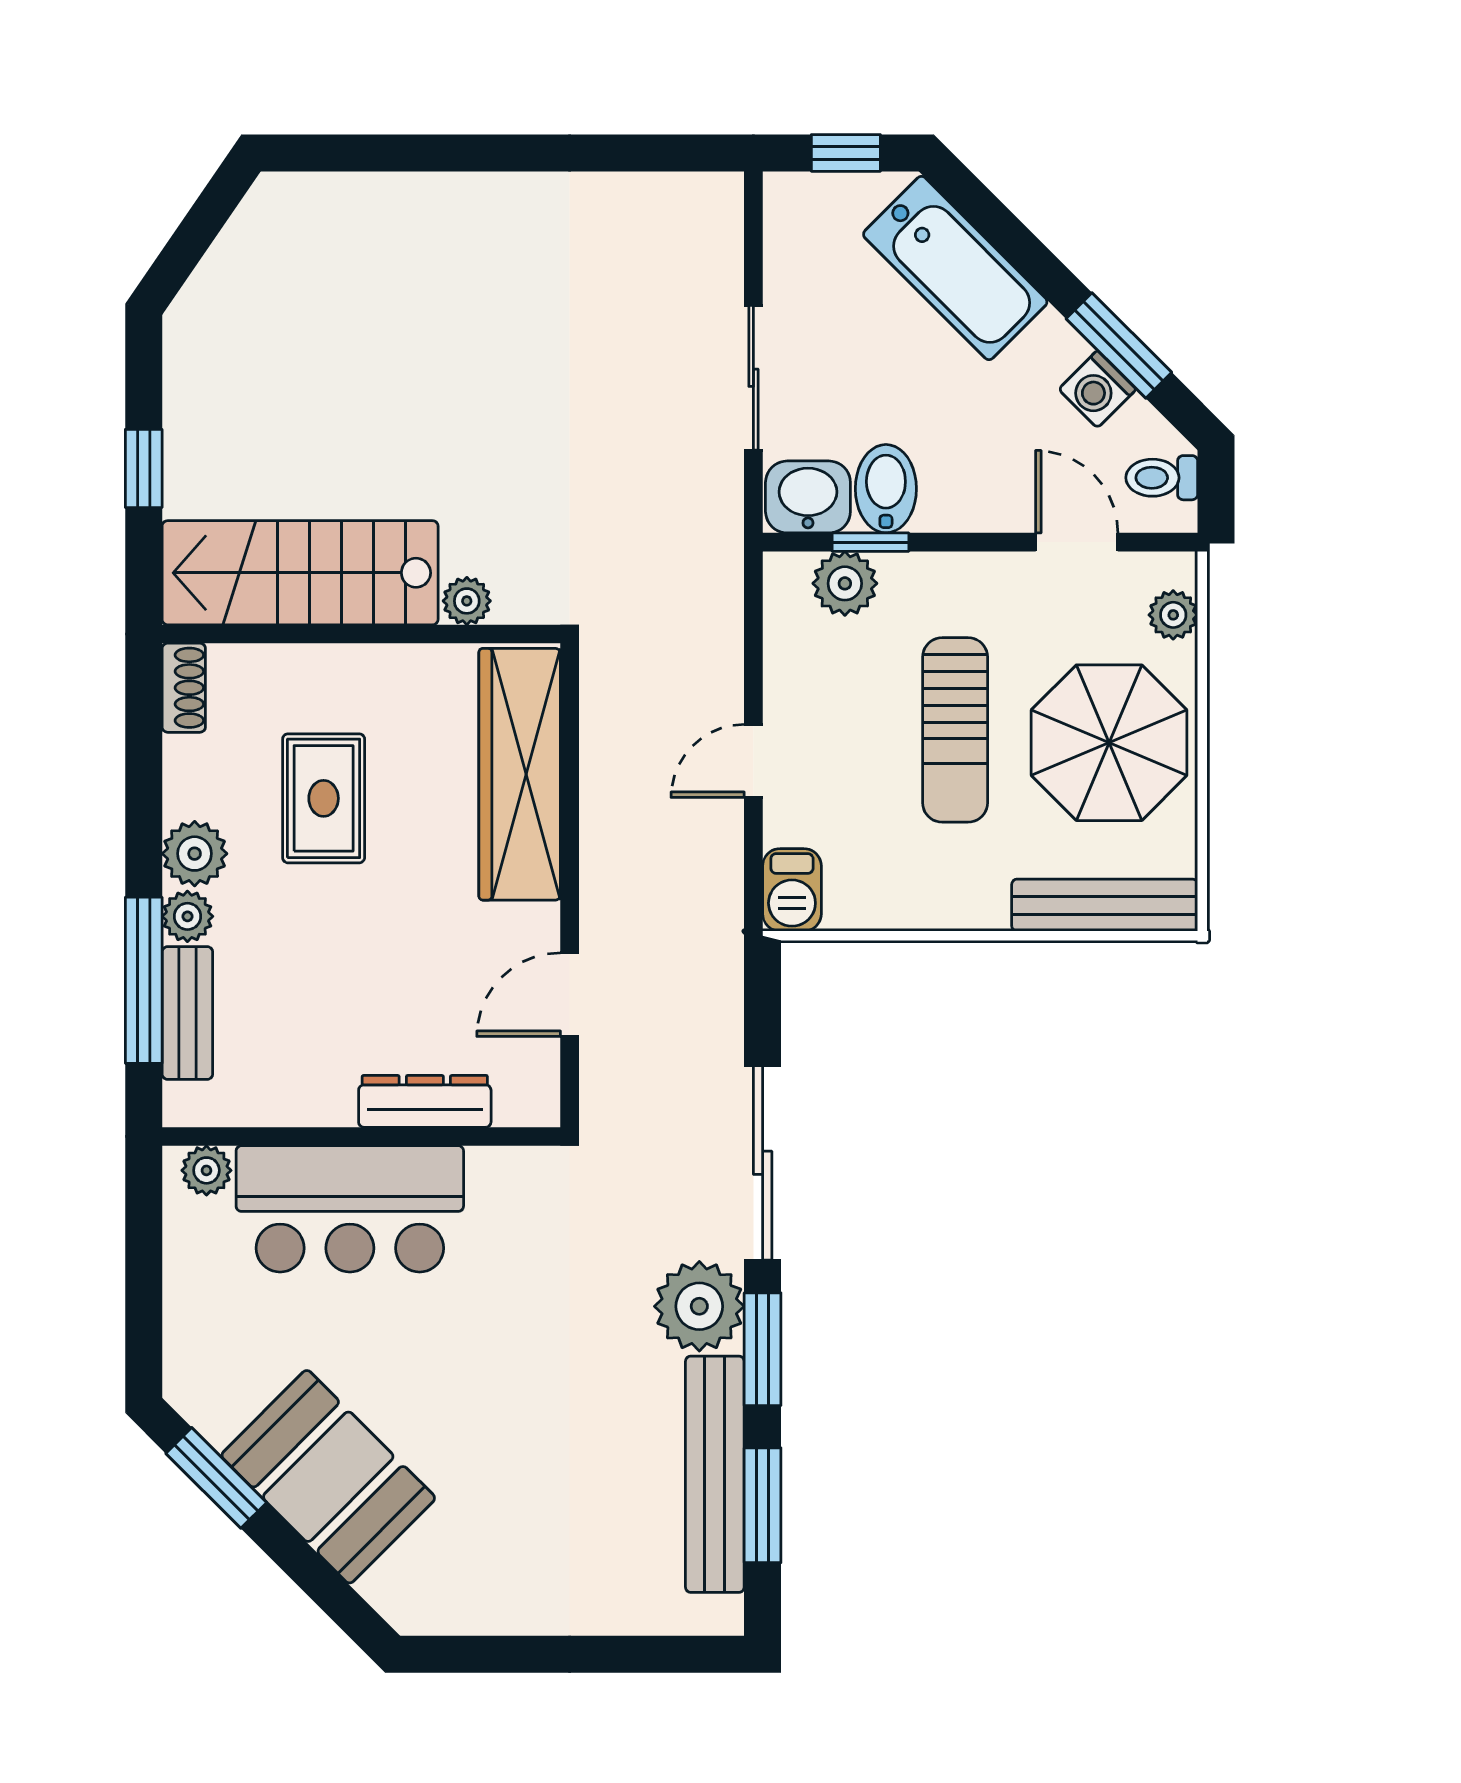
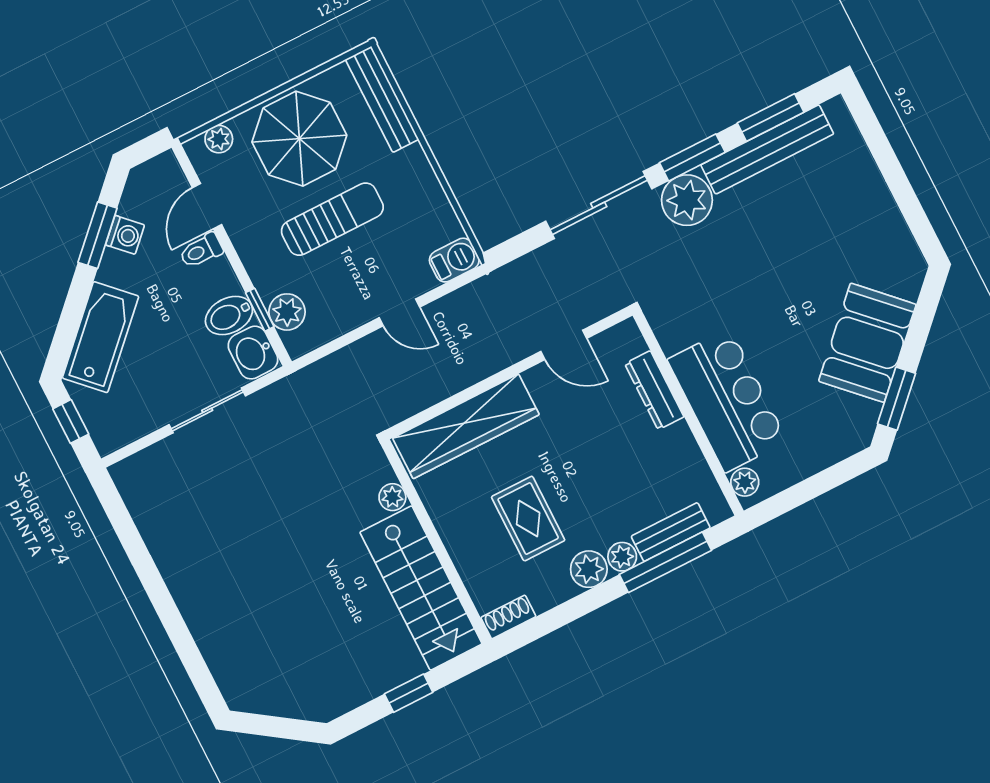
toilet: (1162, 478) -> (201, 251), moved, turned 90
rug: (324, 798) -> (528, 519), turned 90

